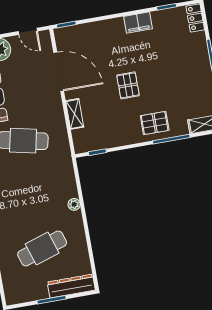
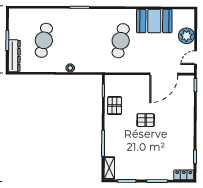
filing cabinet: (138, 23) -> (188, 135), removed
shelving: (75, 114) -> (133, 80), removed
pallet: (155, 123) -> (115, 105), moved
cafe table: (42, 248) -> (44, 40), turned 30

